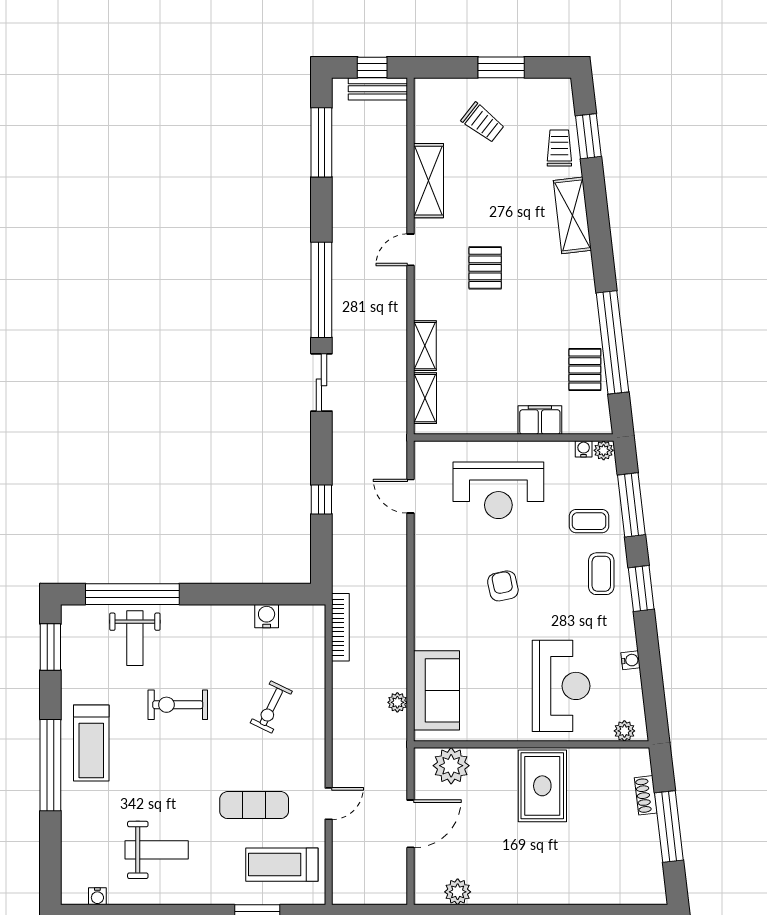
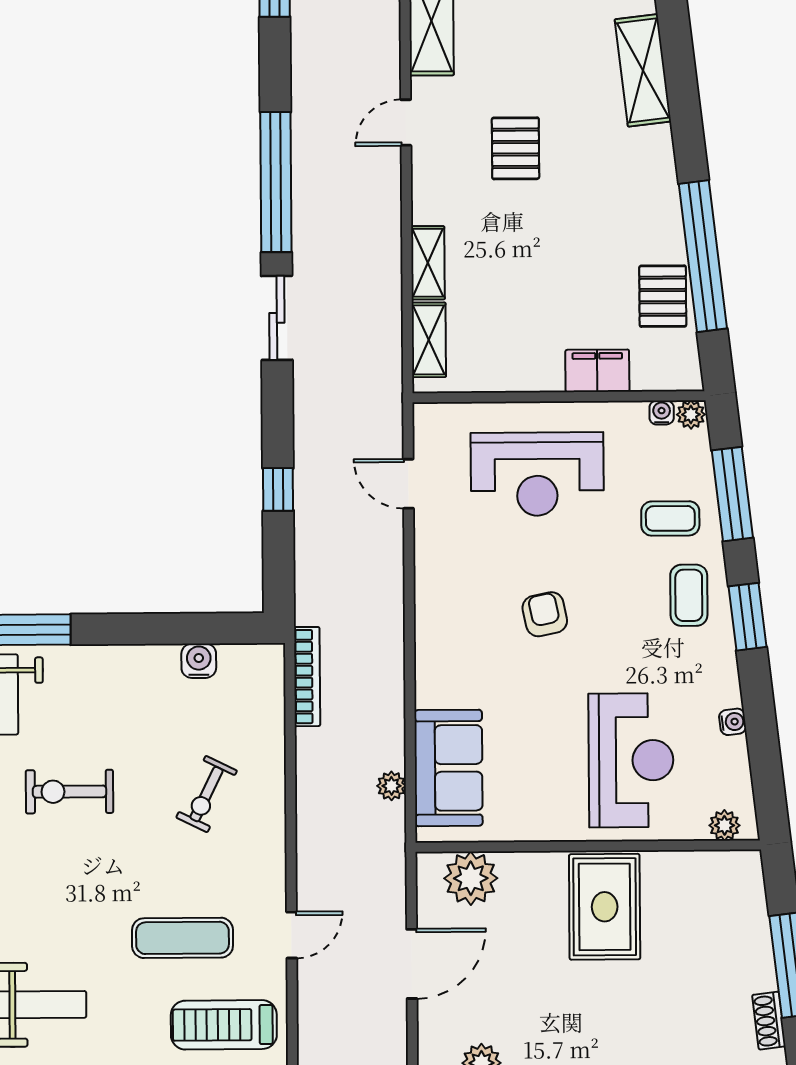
shoe rack: (646, 795) -> (769, 1021), moved

